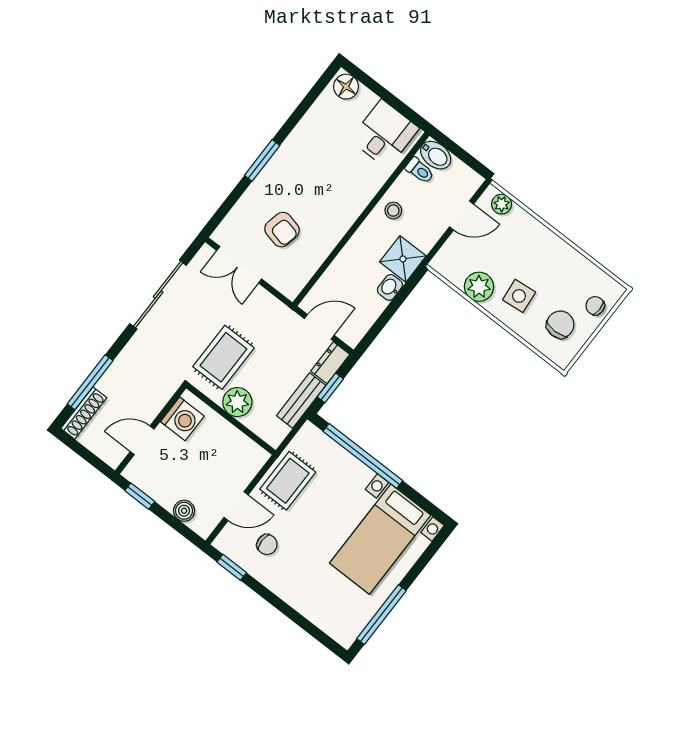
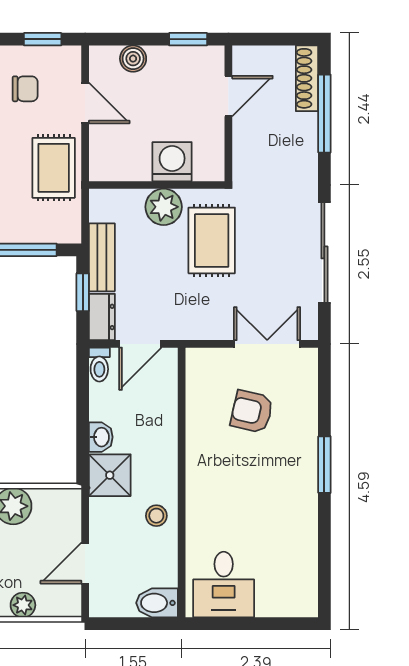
floor lamp: (346, 87) -> (298, 602), removed
toilet: (420, 170) -> (99, 365), moved, turned -90
plant: (502, 204) -> (23, 605), moved
washing machine: (182, 419) -> (172, 162), moved, turned 90
door: (236, 506) -> (85, 103), swing flipped
chair: (267, 545) -> (25, 89), turned 180

